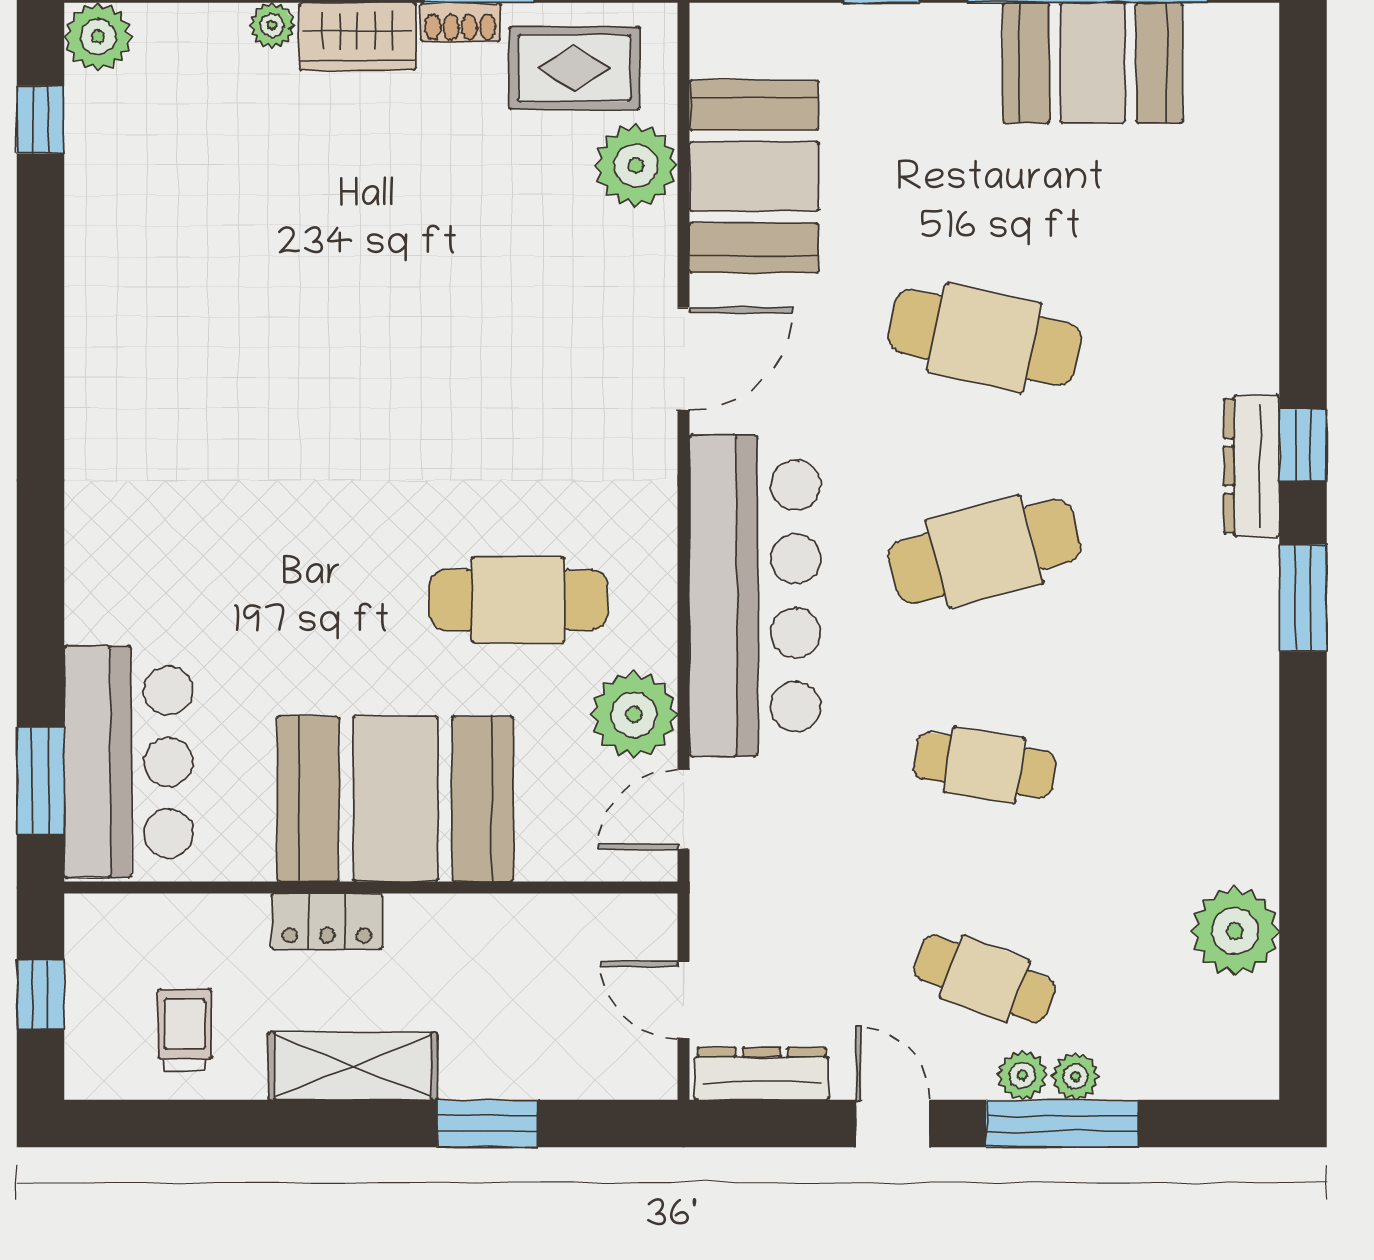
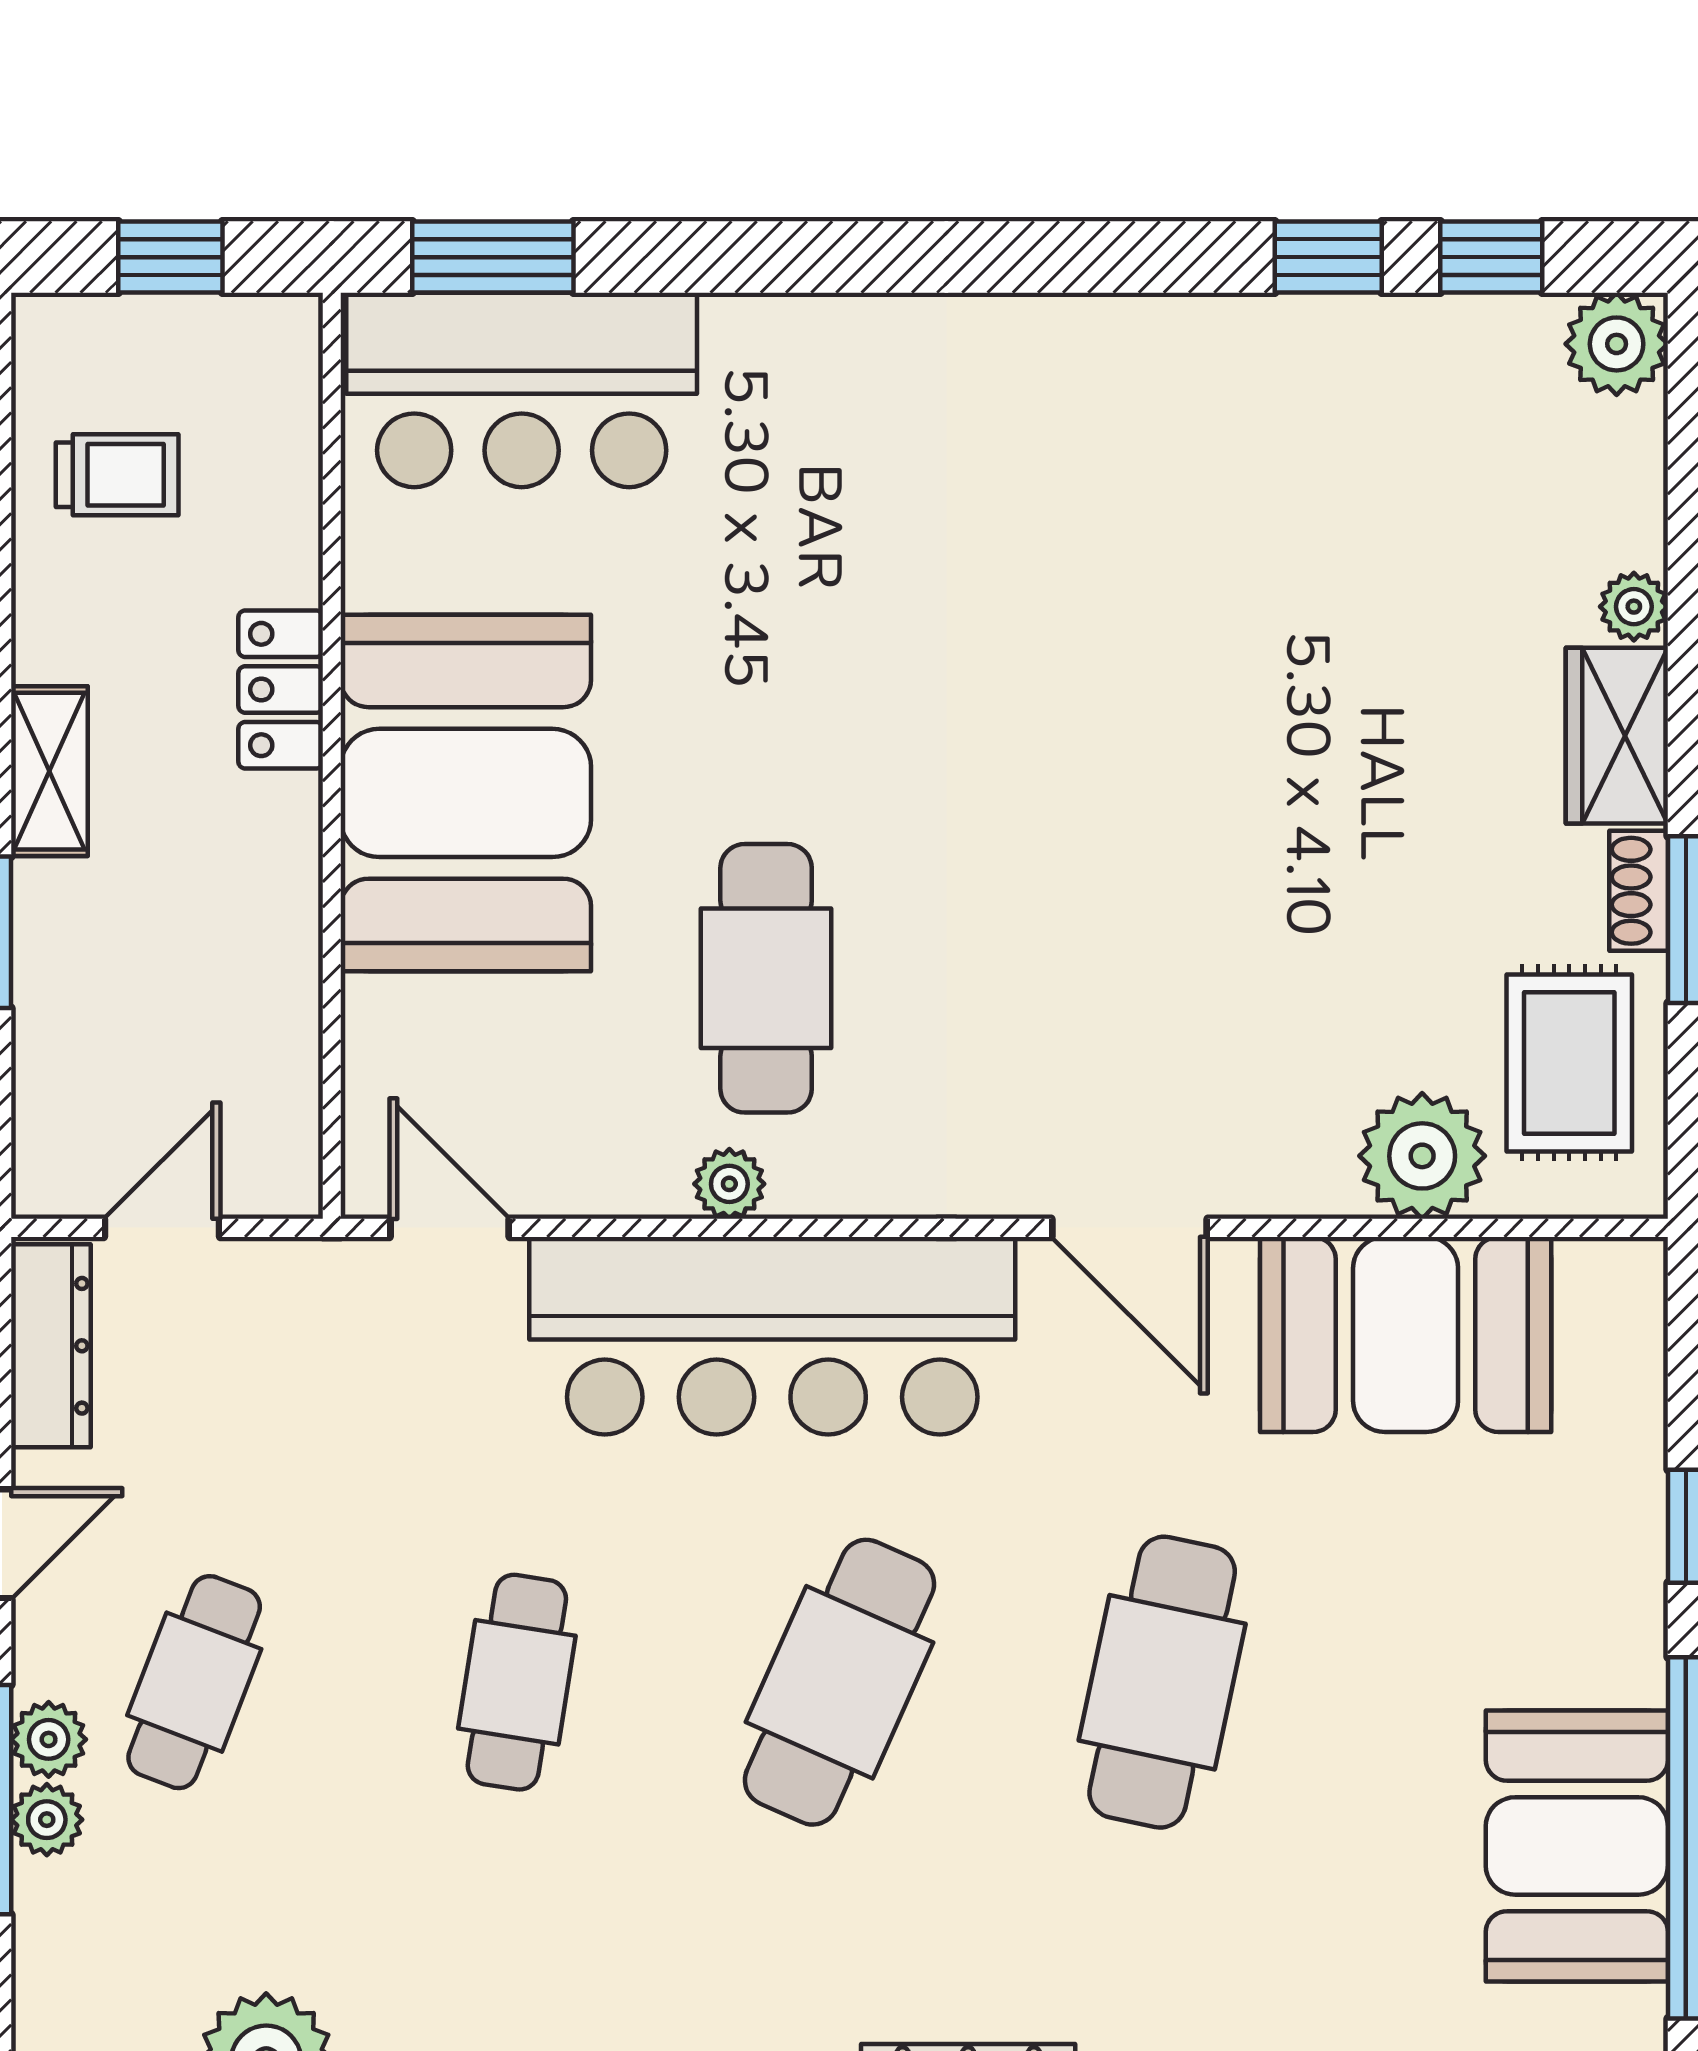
window: (41, 228) -> (1328, 257), added
cafe table: (984, 551) -> (839, 1682), turned 39
plant: (634, 714) -> (729, 1184), moved, width x0.53, depth x0.53
shelving: (353, 1066) -> (49, 771), width x0.67, depth x0.75

